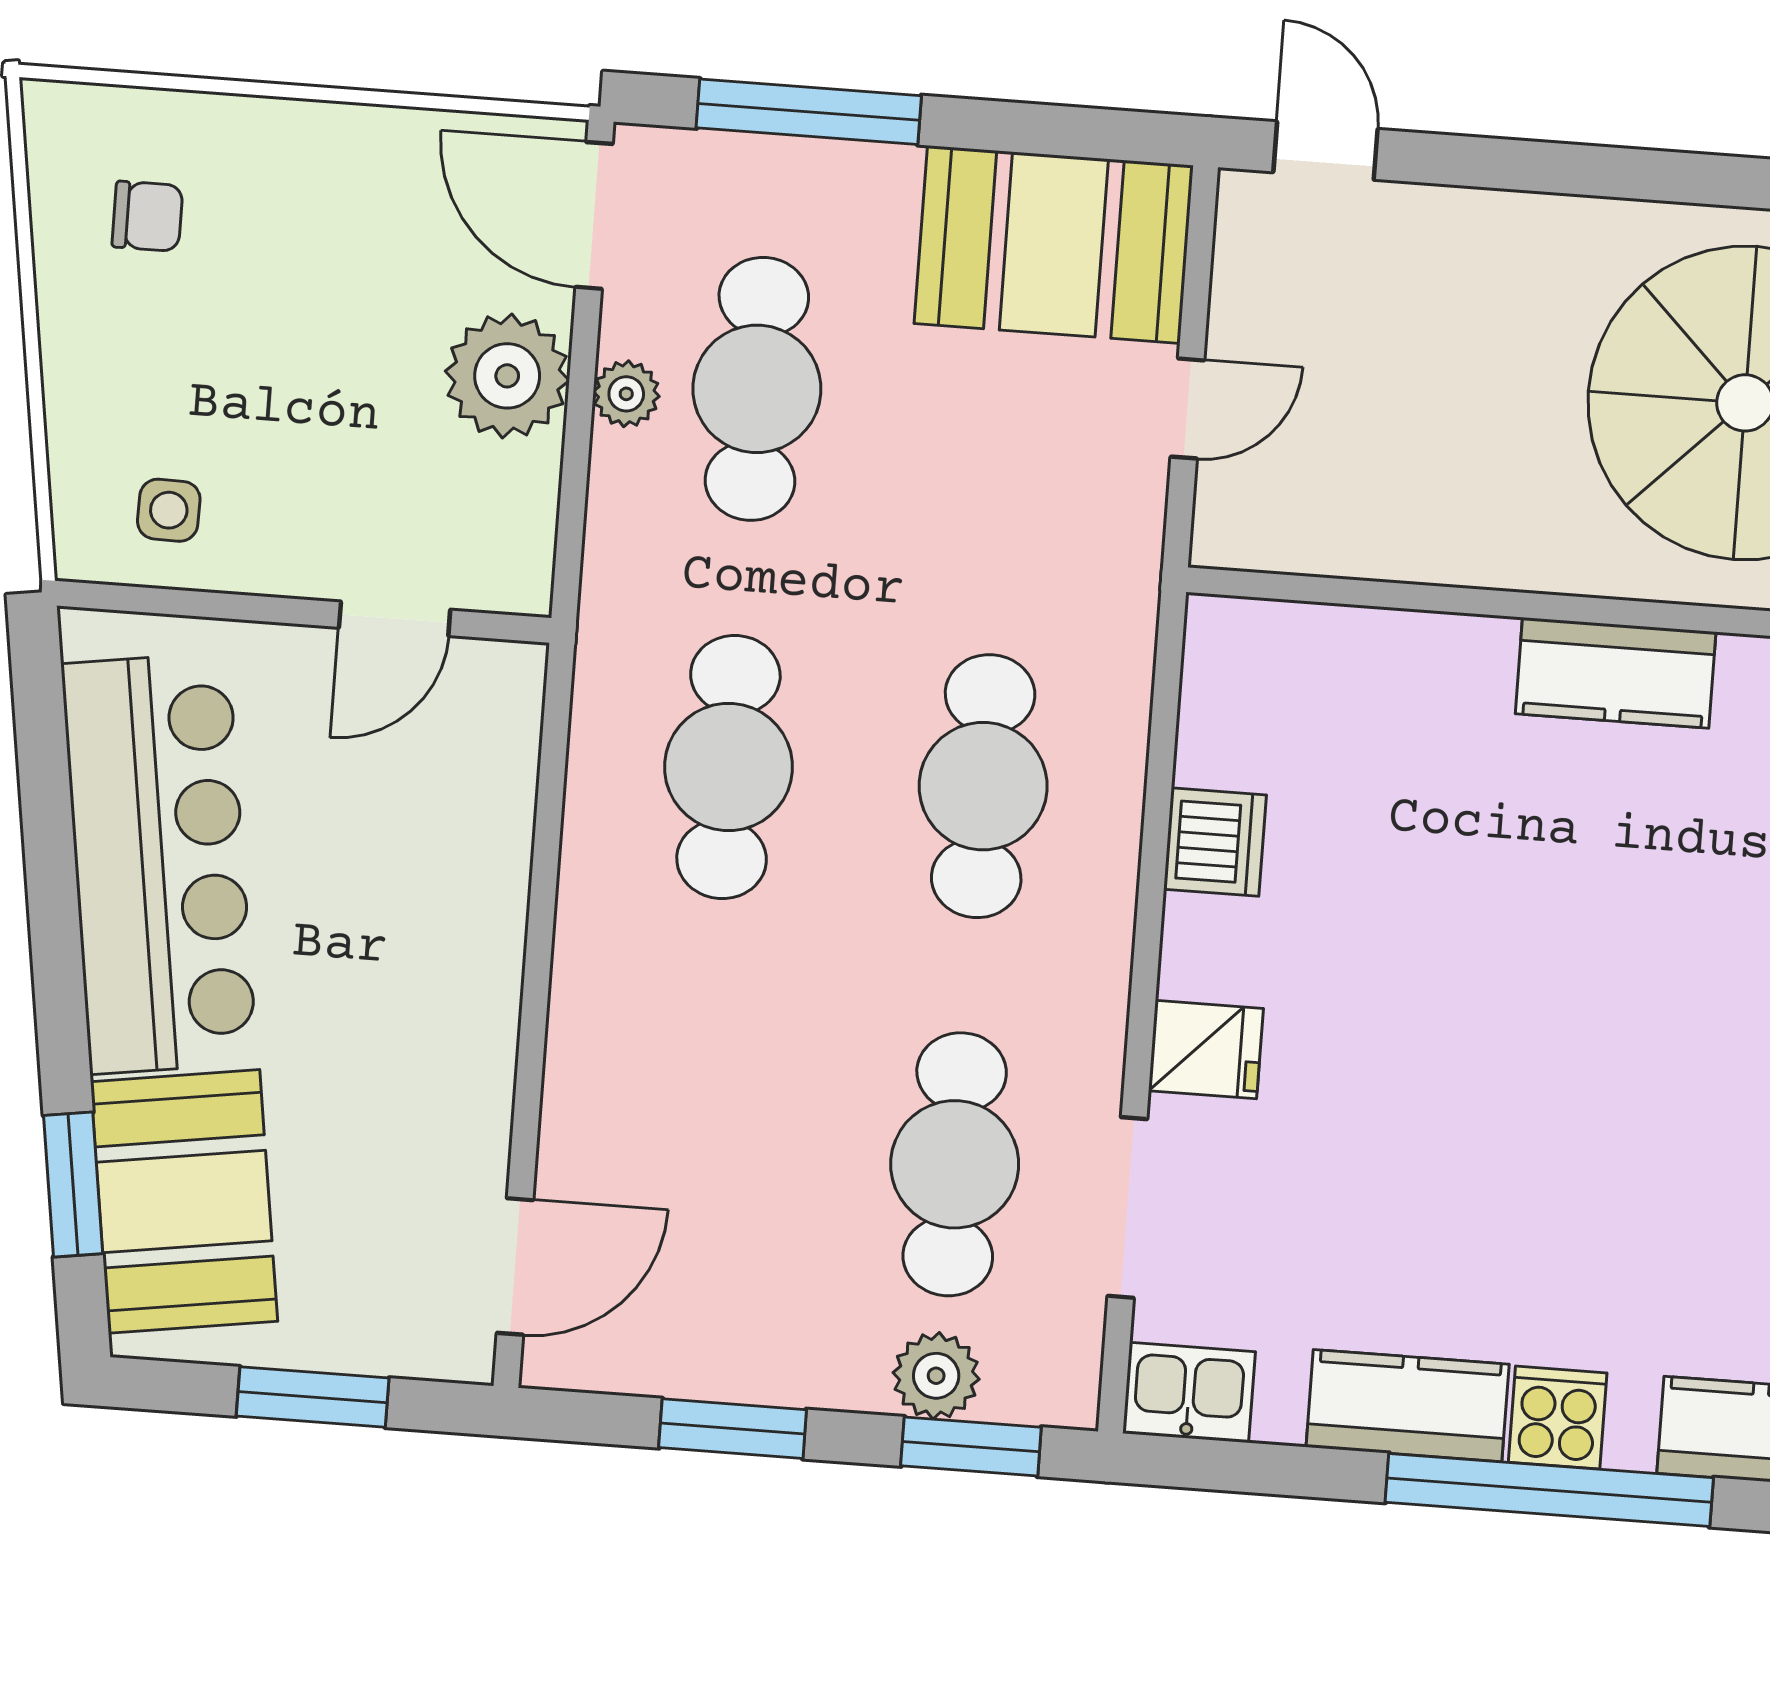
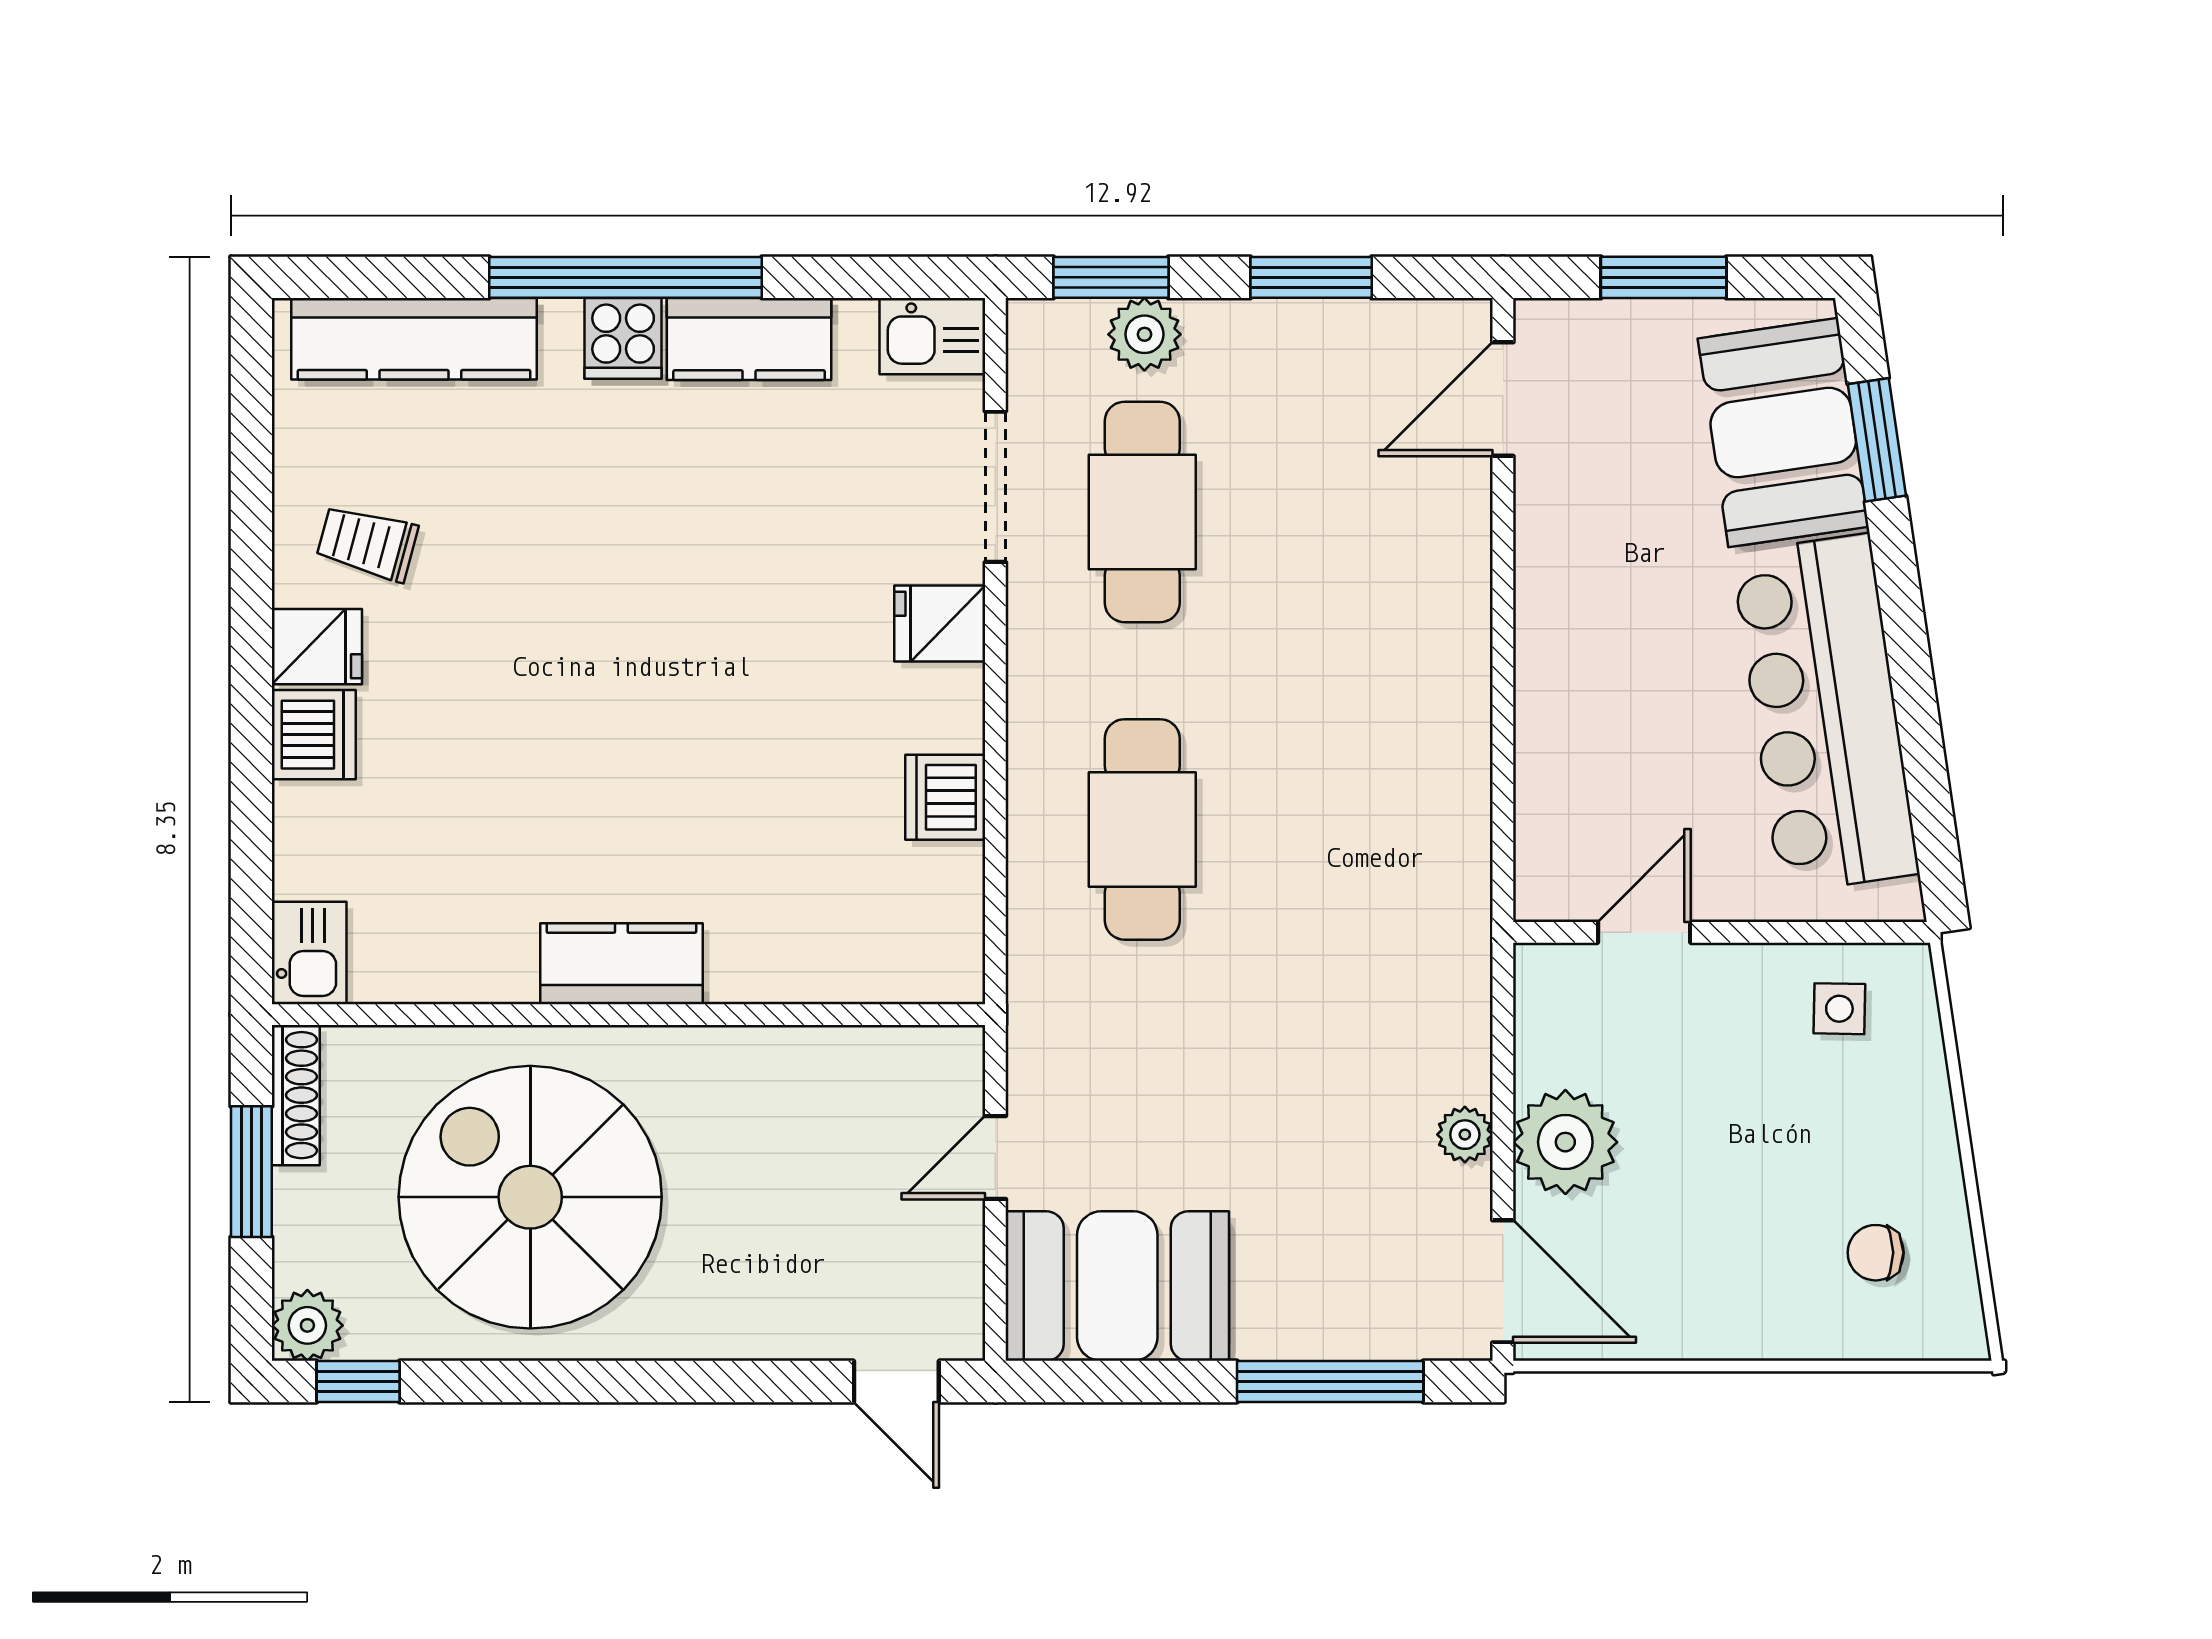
cafe table: (757, 389) -> (1356, 1147), removed
cafe table: (728, 767) -> (1356, 829), removed

